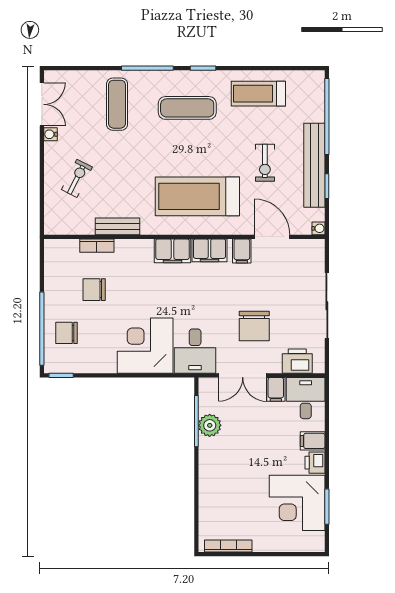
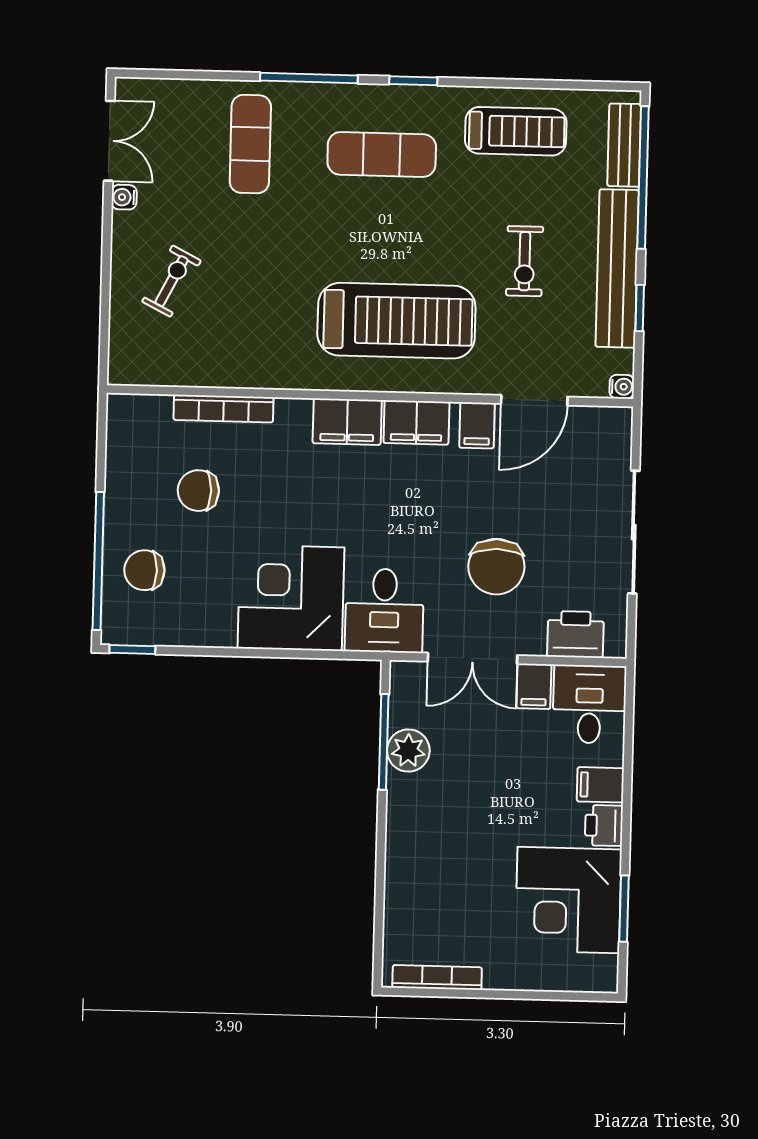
treadmill: (258, 94) -> (516, 131), turned 180
treadmill: (197, 196) -> (396, 321), turned 180
bench: (117, 226) -> (624, 145), moved, turned 90
door: (272, 237) -> (534, 400), swing flipped
bookcase: (97, 246) -> (224, 409), width x1.56

